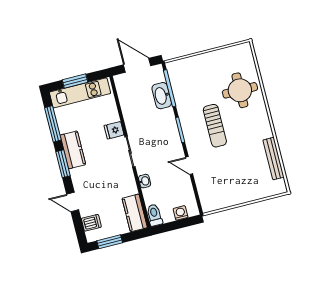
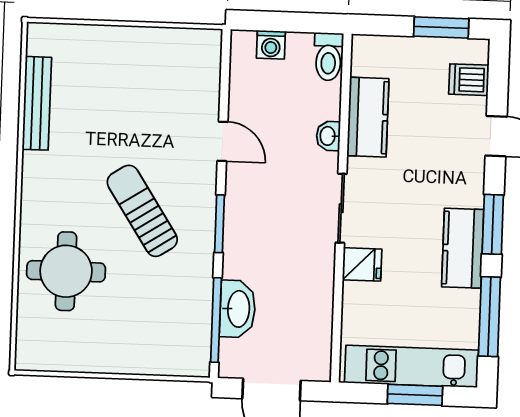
sun lounger: (215, 126) -> (142, 211), turned -33
kitchen counter: (135, 213) -> (368, 117), moved

